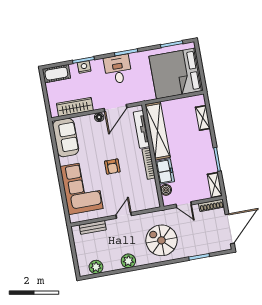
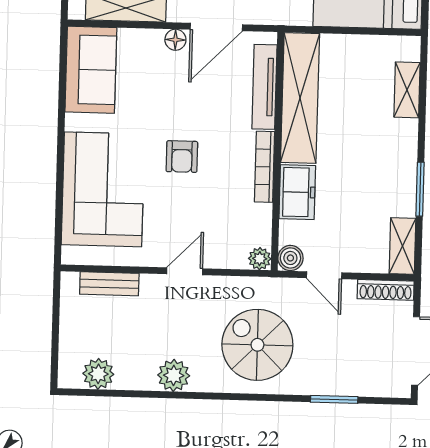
boiler: (166, 190) -> (290, 258), moved
plant: (155, 203) -> (260, 259), added

